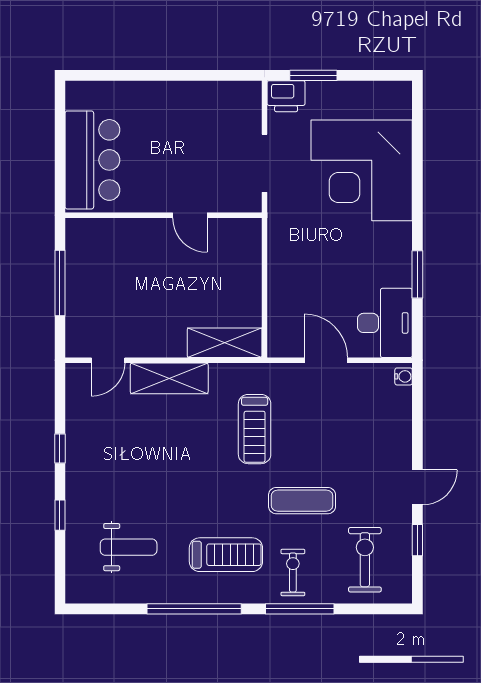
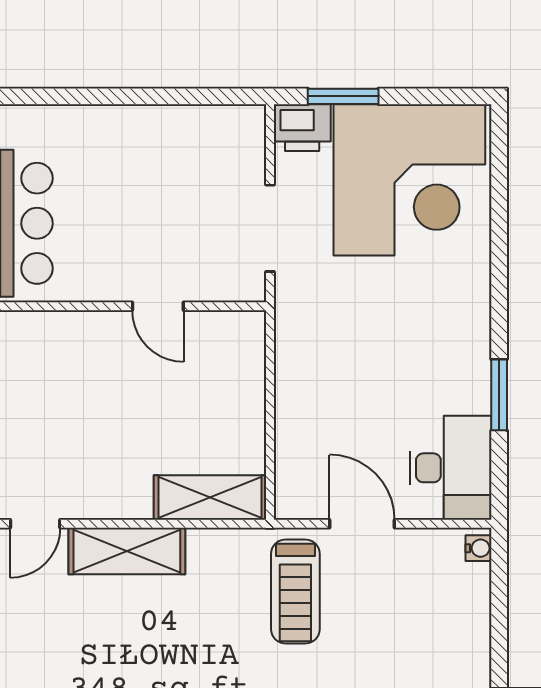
corner desk: (362, 170) -> (409, 180), moved, turned -90
treadmill: (255, 429) -> (295, 591), moved

